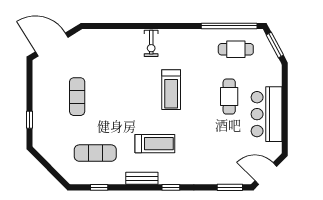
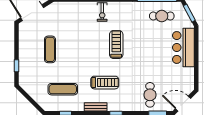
treadmill: (171, 90) -> (116, 45), turned 180
cafe table: (229, 97) -> (150, 95), moved
bar counter: (267, 114) -> (183, 47), moved

